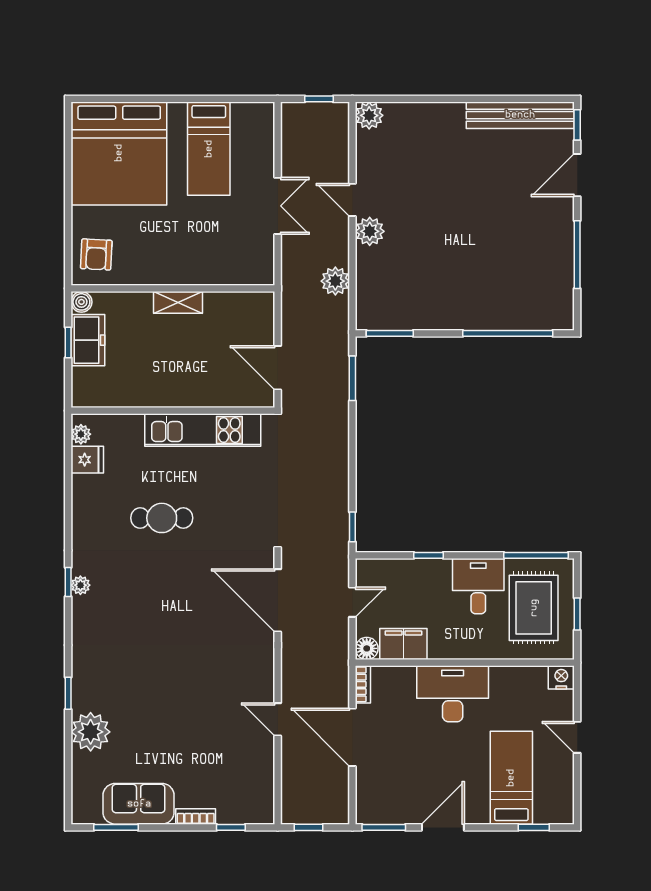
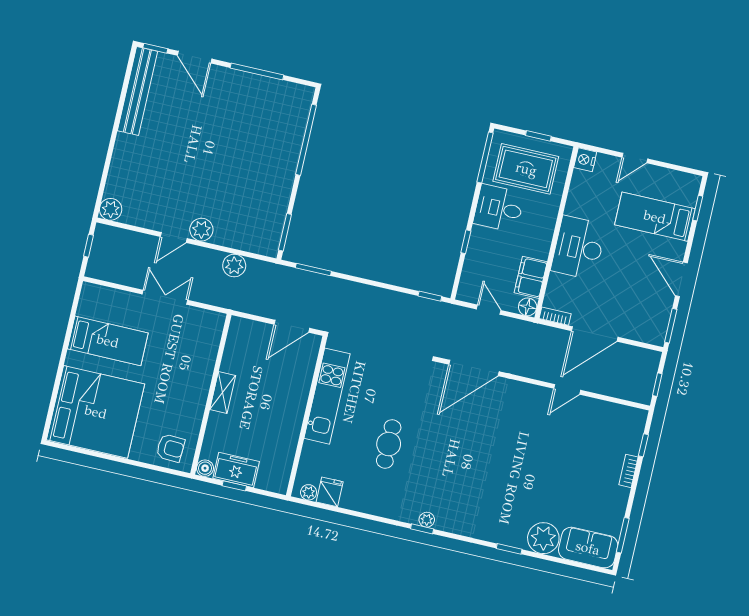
sofa: (139, 804) -> (588, 548), moved, turned 90

